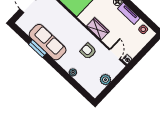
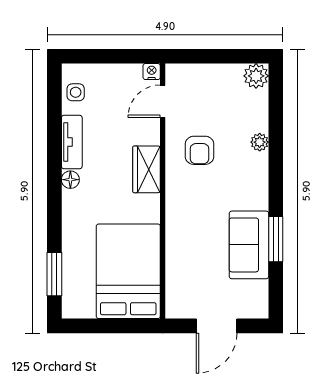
sofa: (48, 42) -> (249, 245), width x0.73
plant: (105, 80) -> (256, 76), moved

